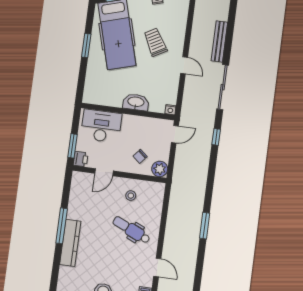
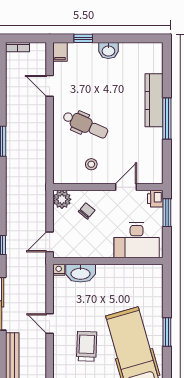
trolley: (155, 42) -> (87, 346), turned -149
washbasin: (136, 102) -> (81, 273), moved

